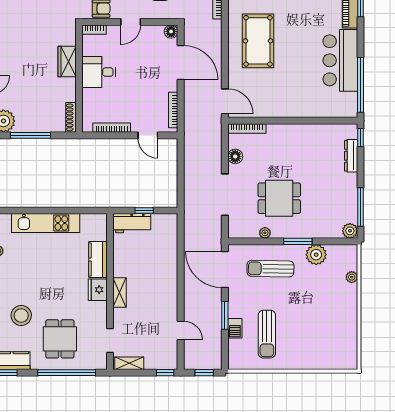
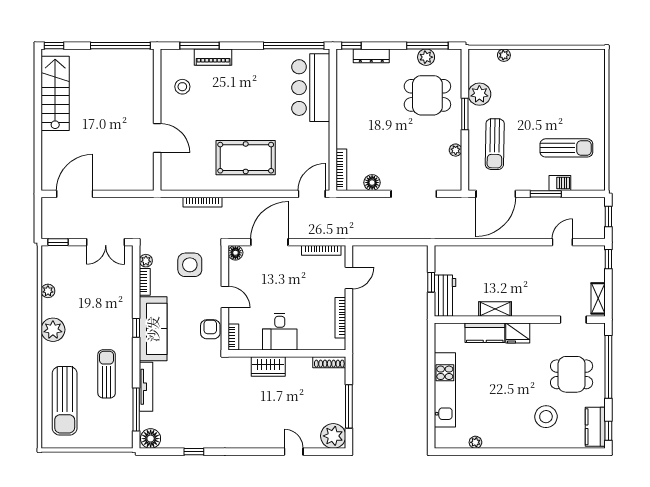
bar counter: (340, 60) -> (311, 88), moved, turned 90
dining table: (279, 198) -> (427, 95), moved, turned 90
plant: (350, 231) -> (426, 57), moved
shelving: (120, 292) -> (495, 309), moved

